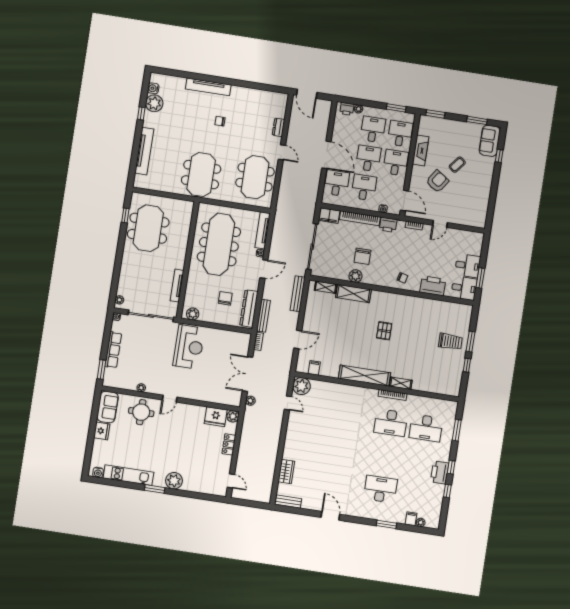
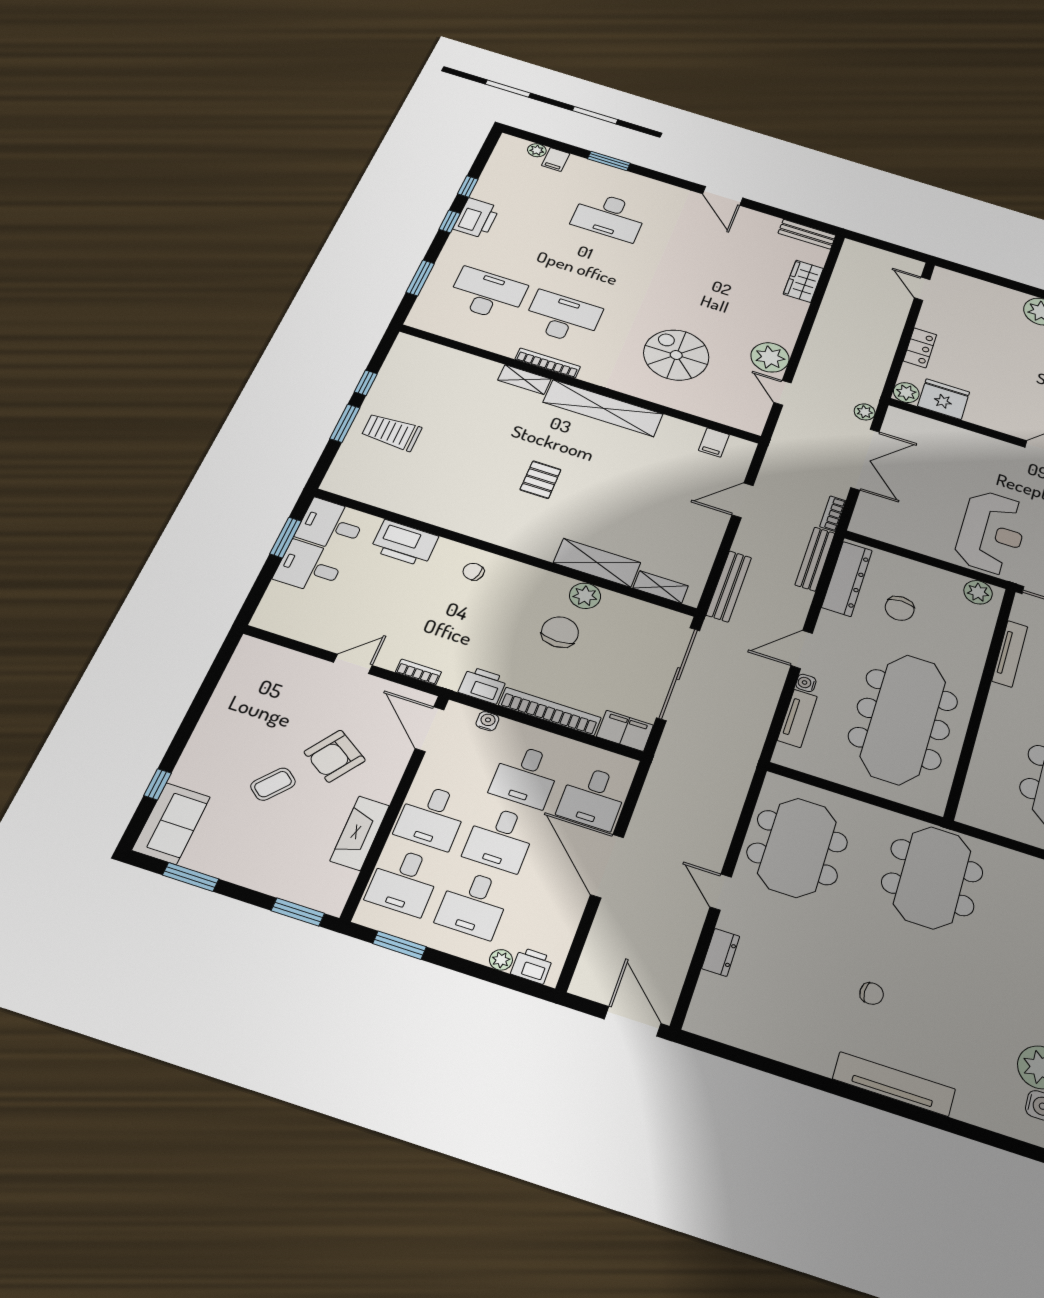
tv unit: (263, 230) -> (797, 718), width x0.71
reception desk: (189, 347) -> (992, 532), turned 180
plant: (302, 386) -> (770, 357), moved
spiral stairs: (338, 413) -> (676, 355), added

